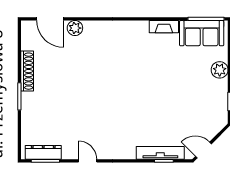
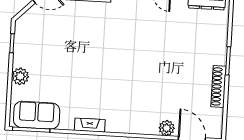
fireplace: (164, 27) -> (90, 125), moved

